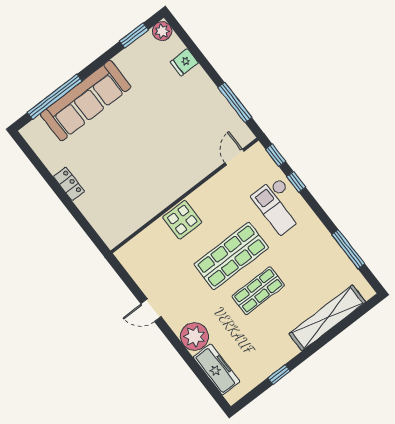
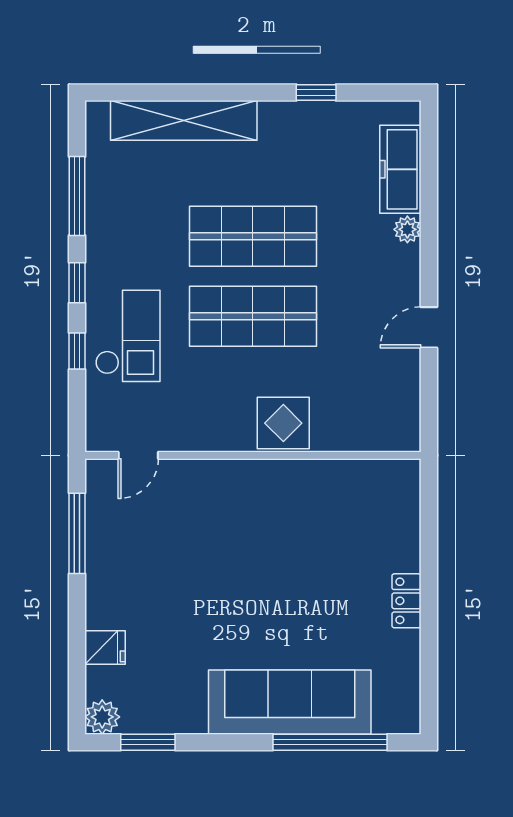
window: (276, 155) -> (77, 283), moved
shop shelf: (258, 291) -> (253, 236), width x1.43, depth x1.36
door: (151, 310) -> (429, 327), swing flipped
plant: (194, 337) -> (407, 229), width x0.53, depth x0.53

